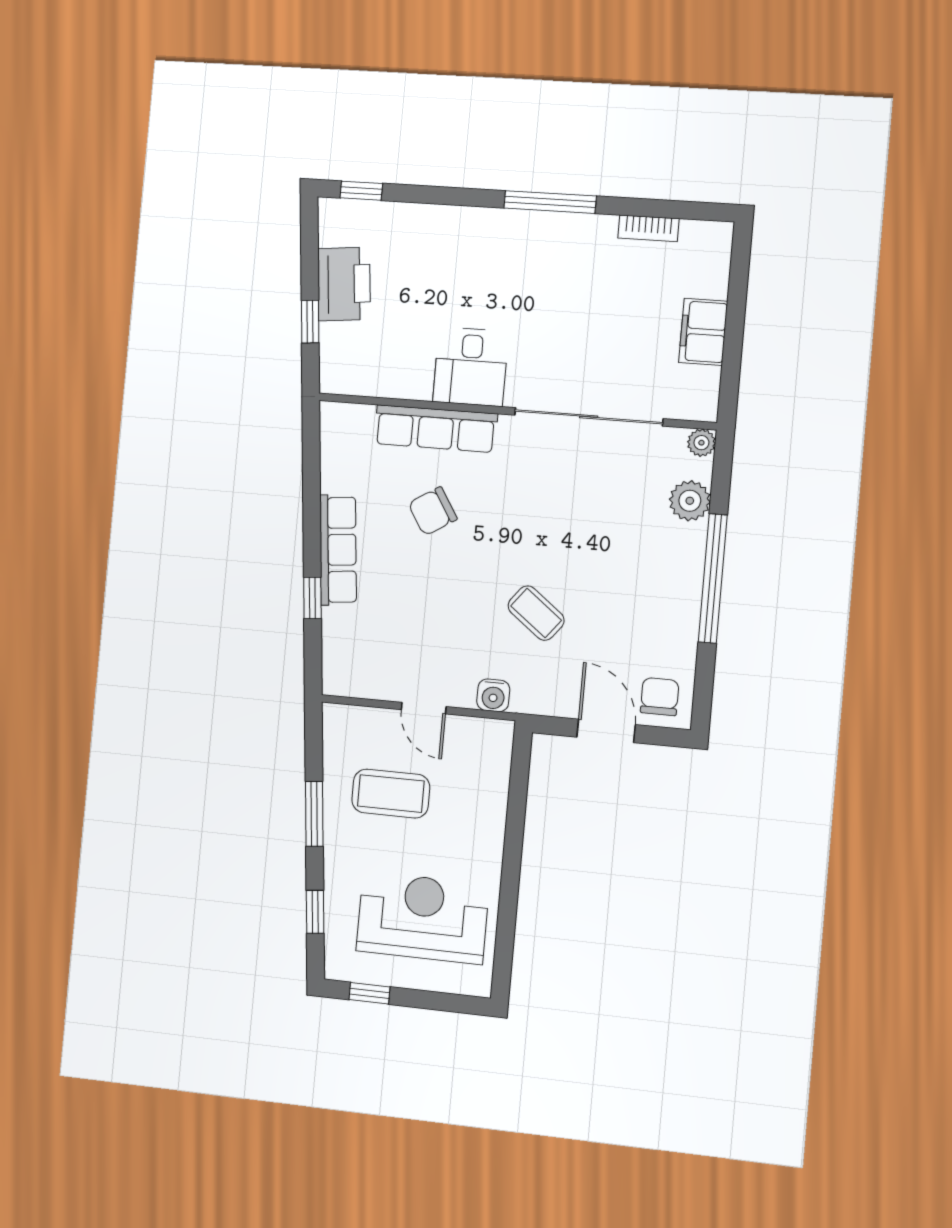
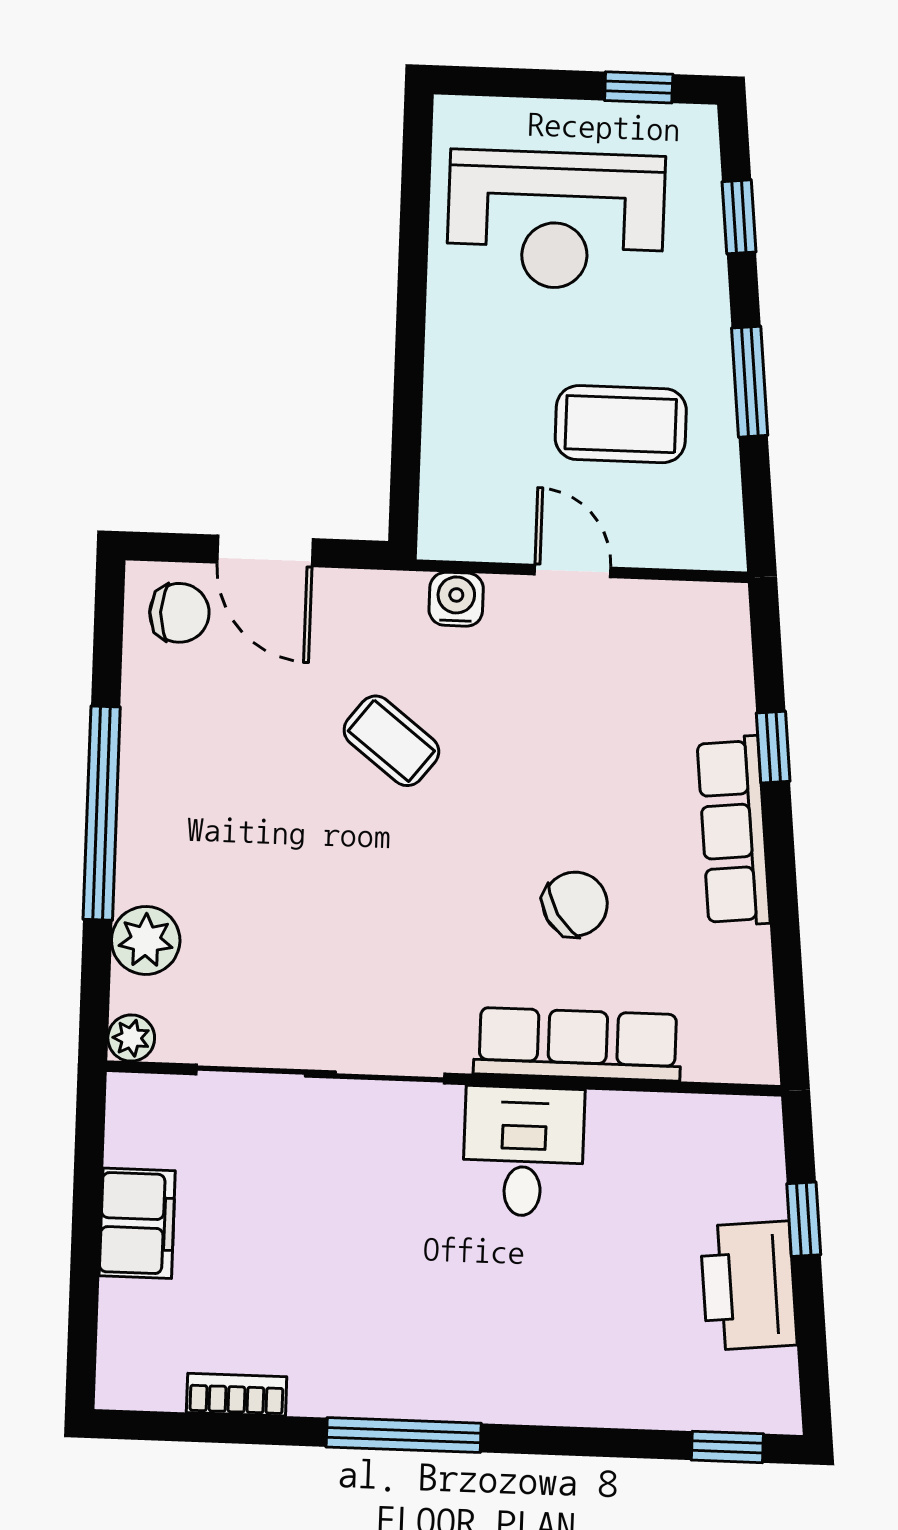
chair: (660, 697) -> (179, 613), turned -90

